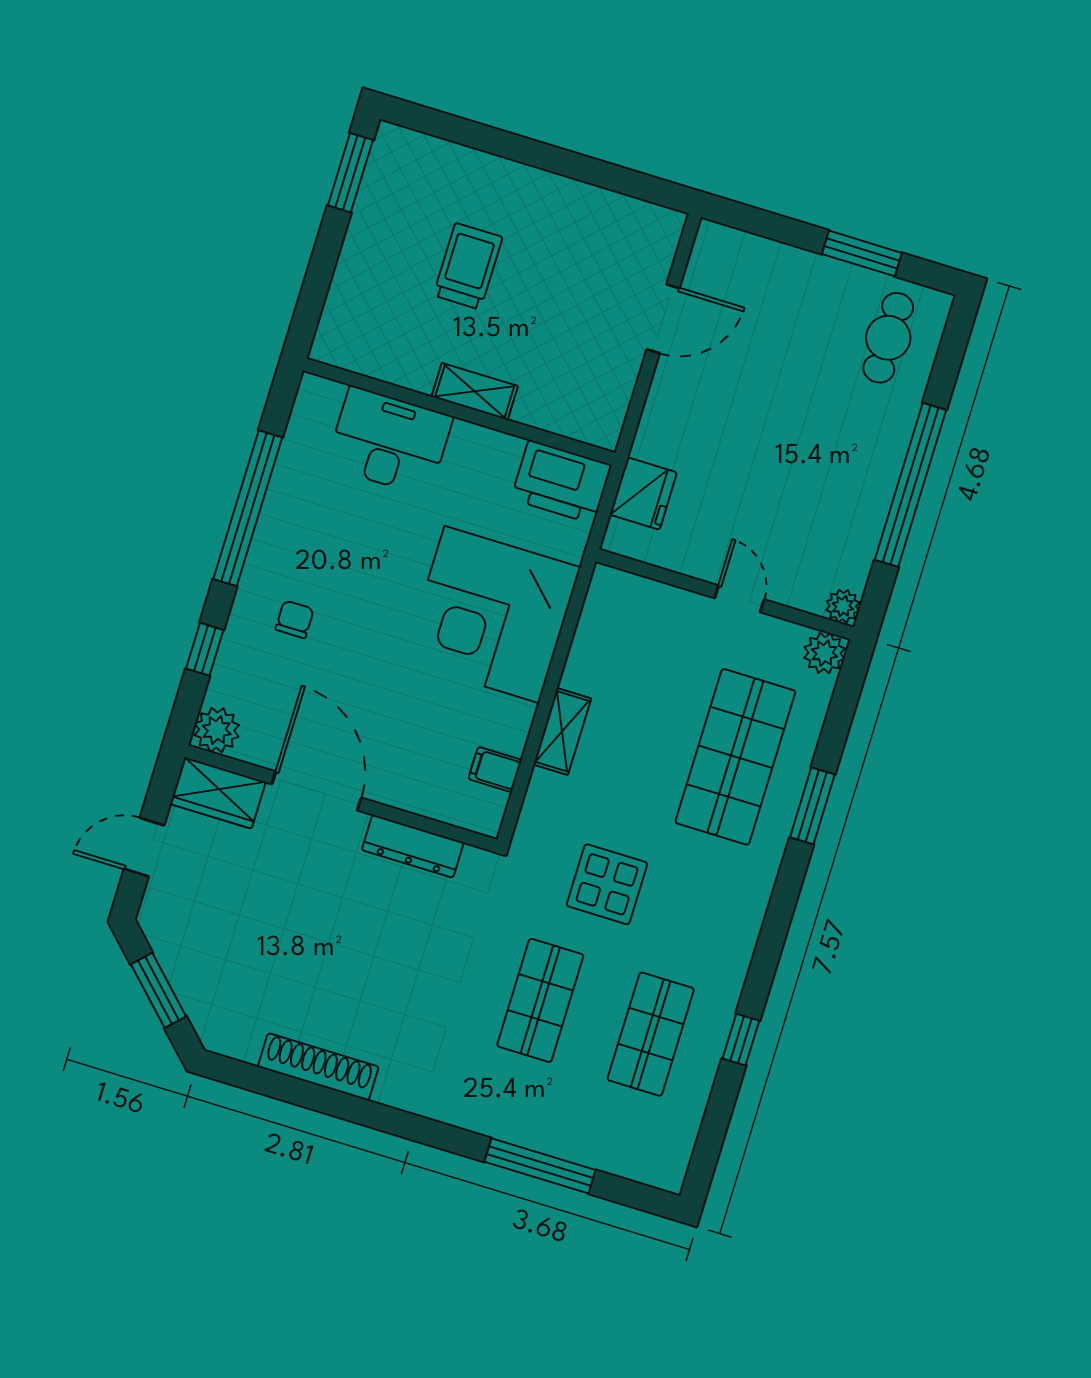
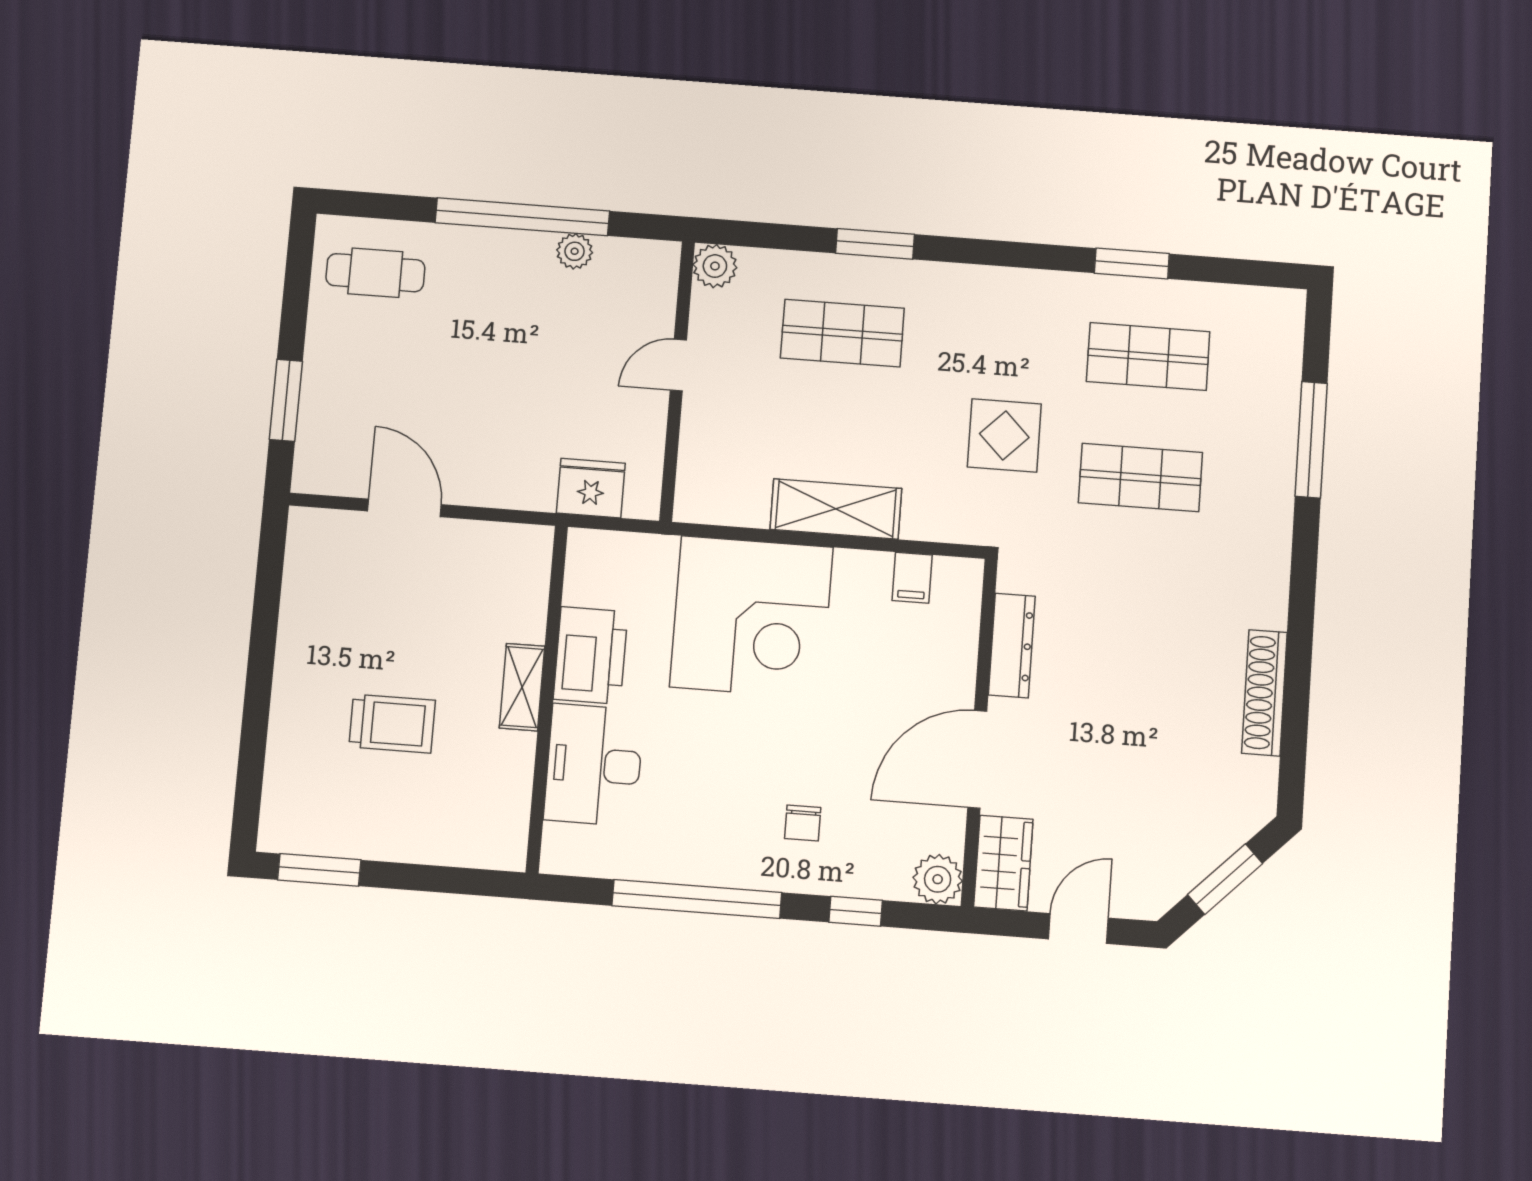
window: (862, 253) -> (286, 400), moved
trolley: (468, 266) -> (392, 724), turned 180
printer: (561, 482) -> (591, 655), moved
plant: (843, 606) -> (575, 251), moved
chair: (295, 619) -> (803, 823), turned -90
shelving: (562, 731) -> (836, 509), width x1.50, depth x1.33
shop shelf: (735, 757) -> (842, 333), width x0.70, depth x0.74
door: (144, 847) -> (1078, 928), swing flipped
window: (741, 1040) -> (1132, 263), width x1.50

